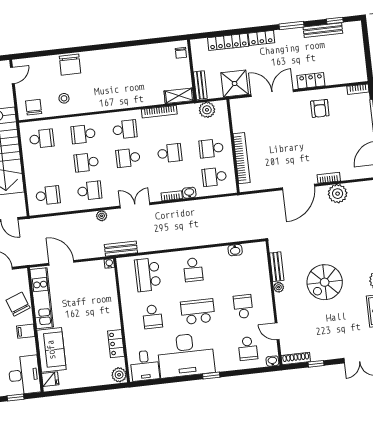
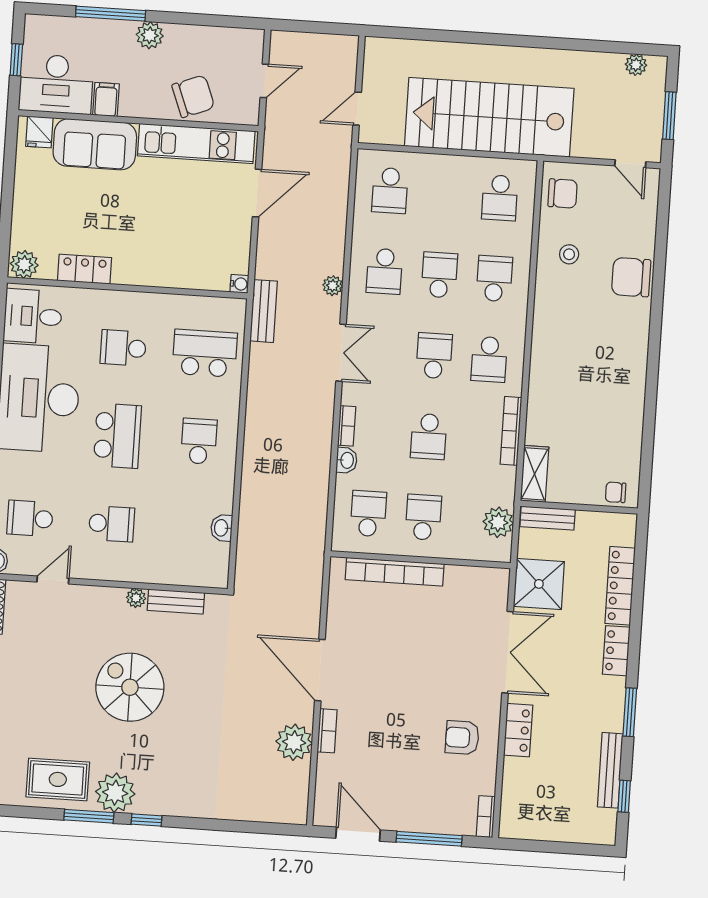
school desk: (193, 270) -> (199, 441), turned 90
filing cabinet: (26, 331) -> (106, 99), moved

